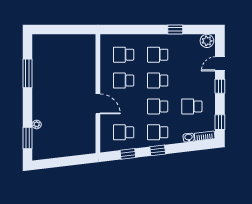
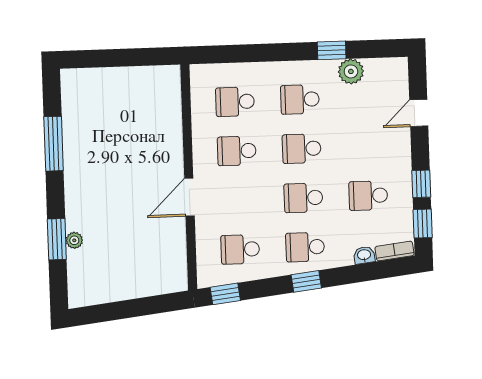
plant: (207, 41) -> (351, 71), moved
window: (220, 86) -> (421, 184), moved
door: (98, 104) -> (189, 197), swing flipped
window: (27, 138) -> (57, 239), moved
window: (128, 154) -> (225, 294), moved

